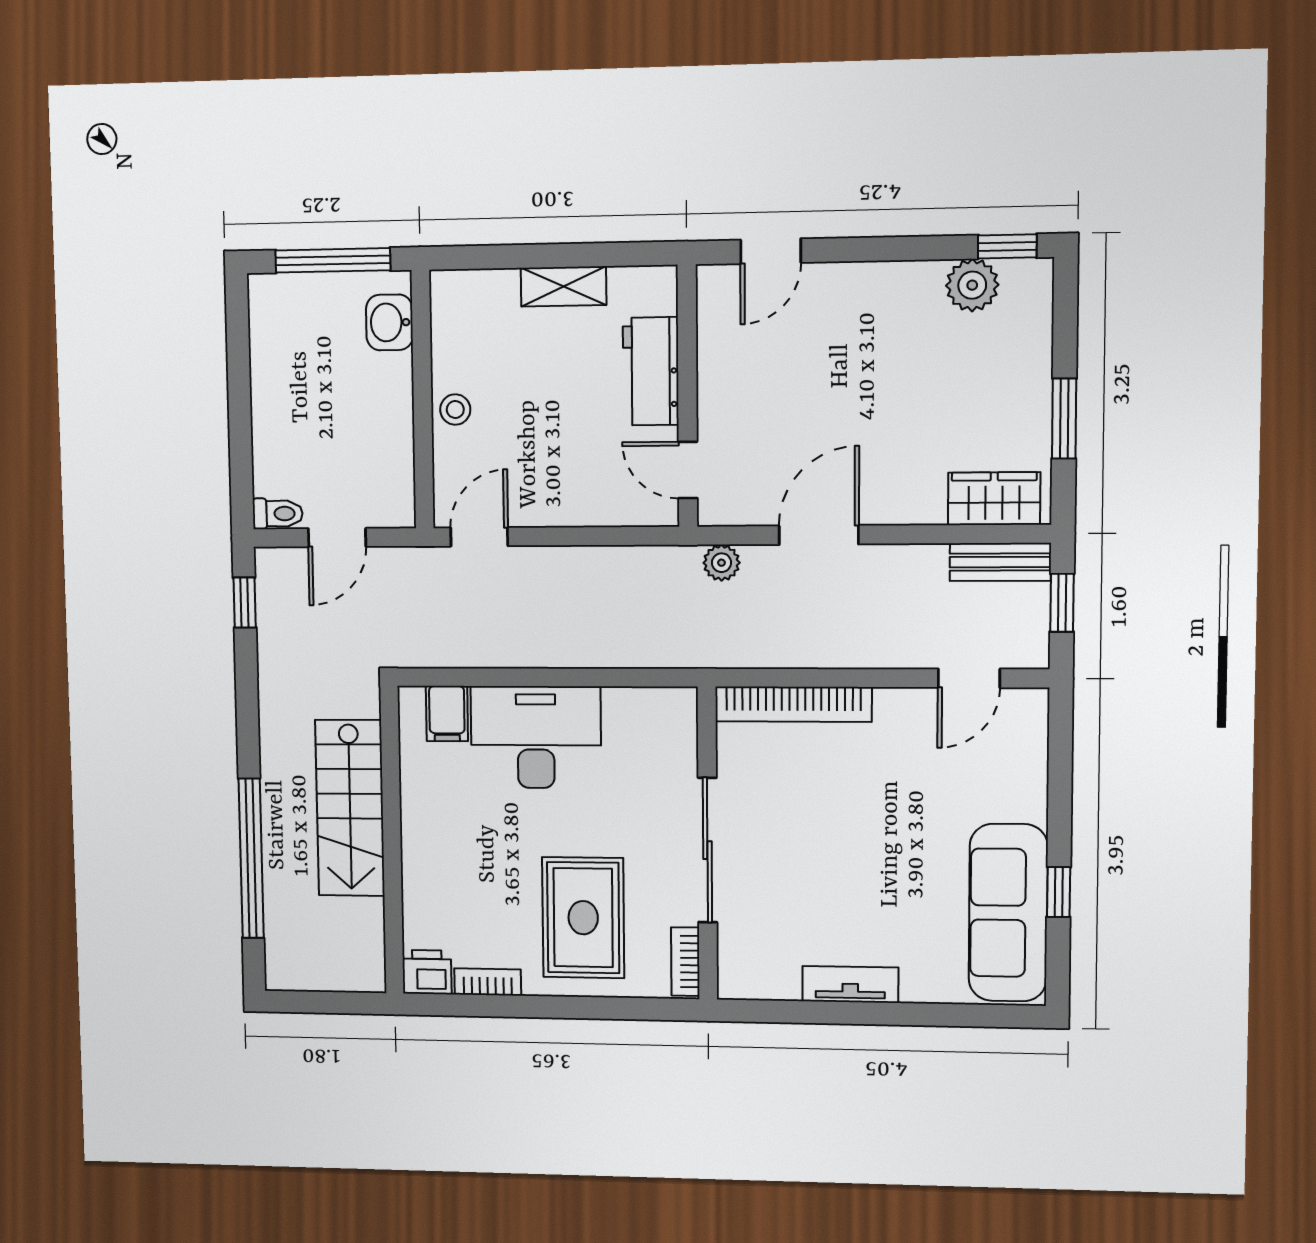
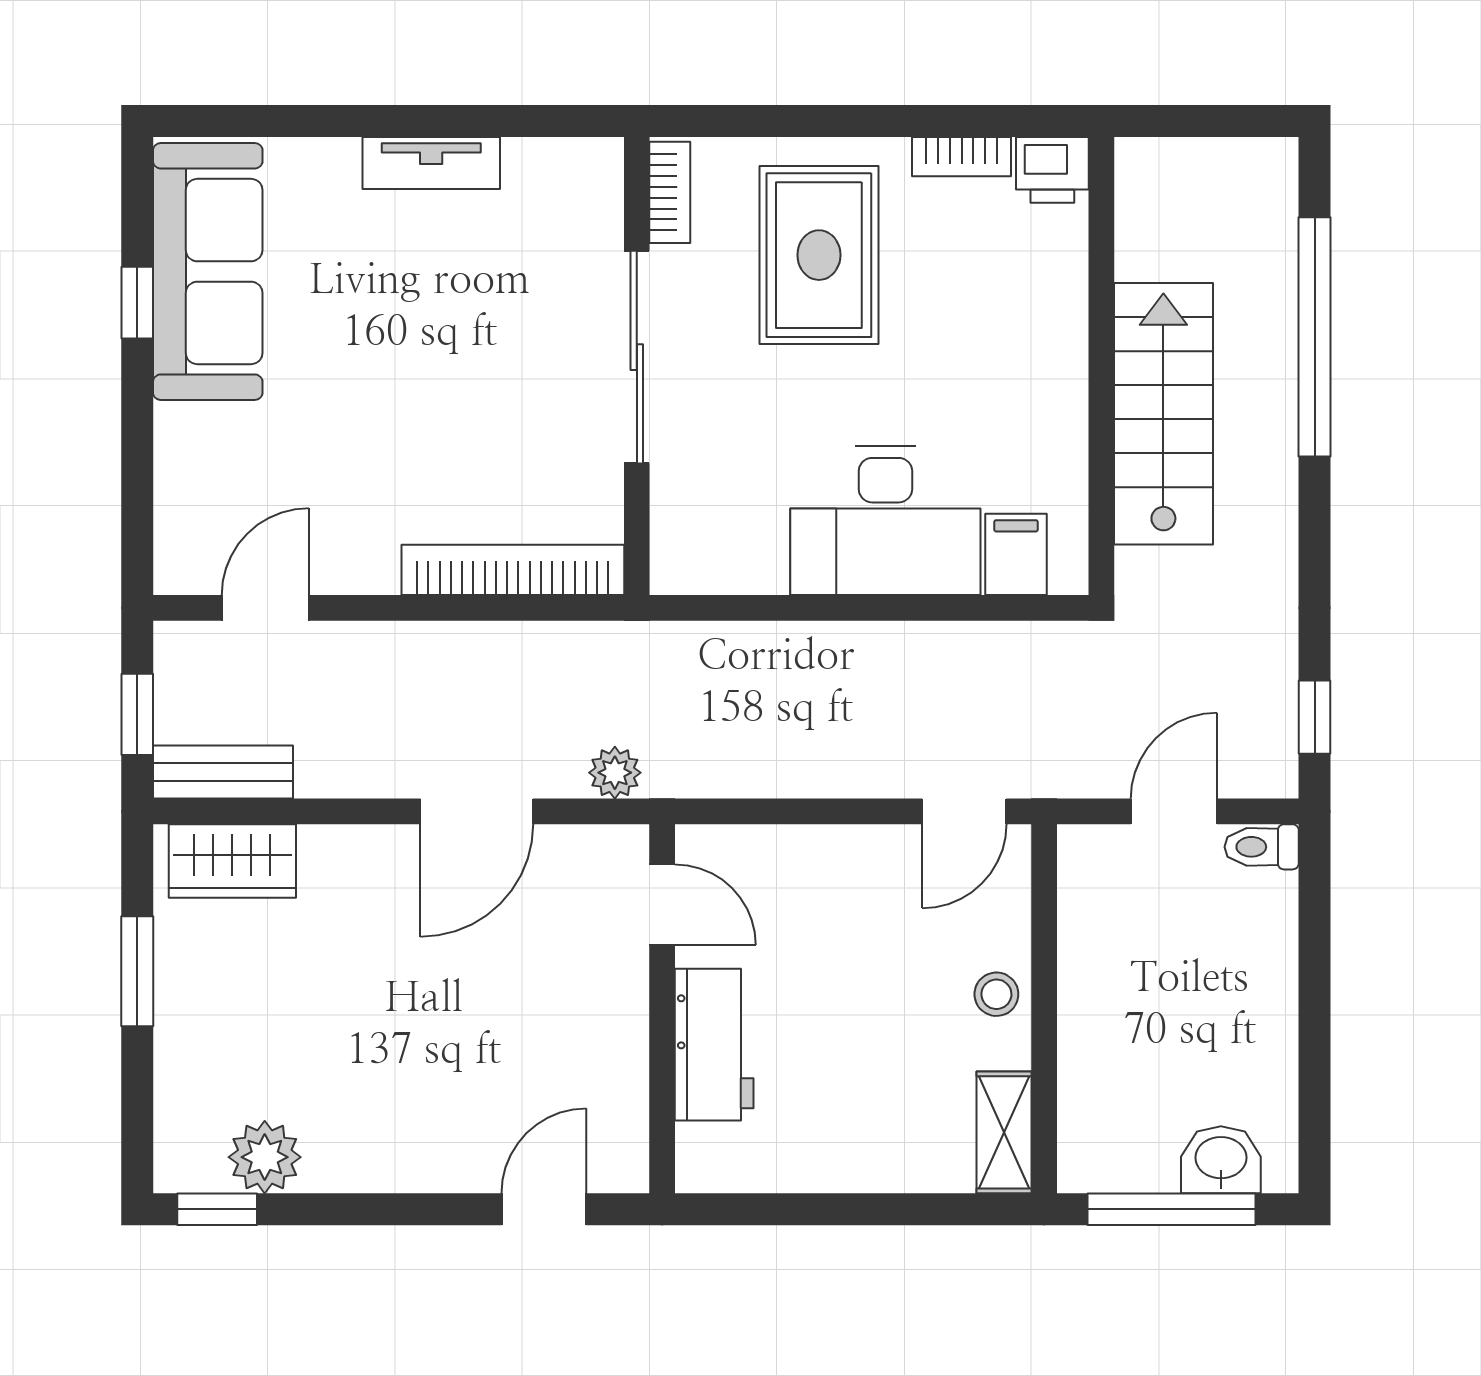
shelving: (564, 286) -> (1004, 1132), moved, turned 90
washbasin: (389, 322) -> (1221, 1160), moved, turned -90

